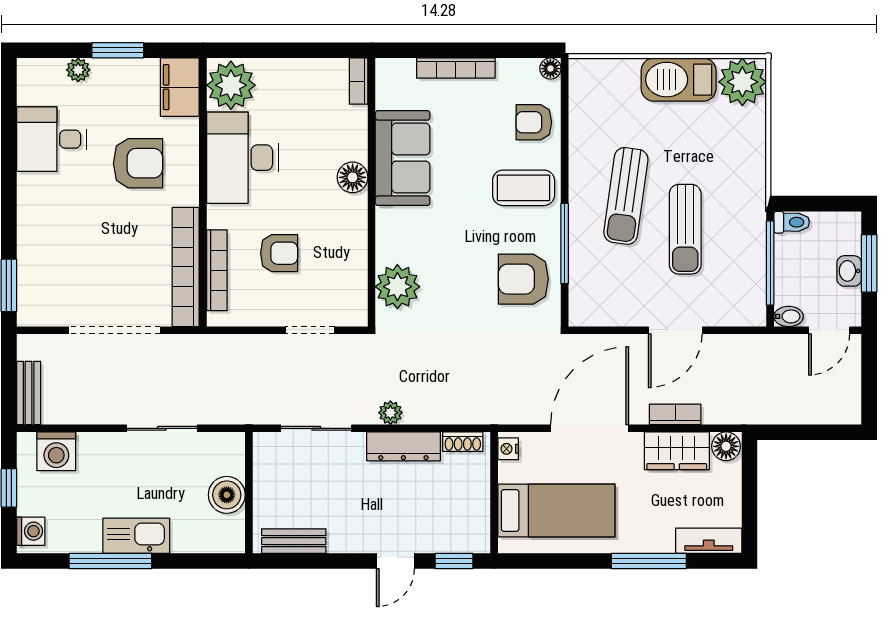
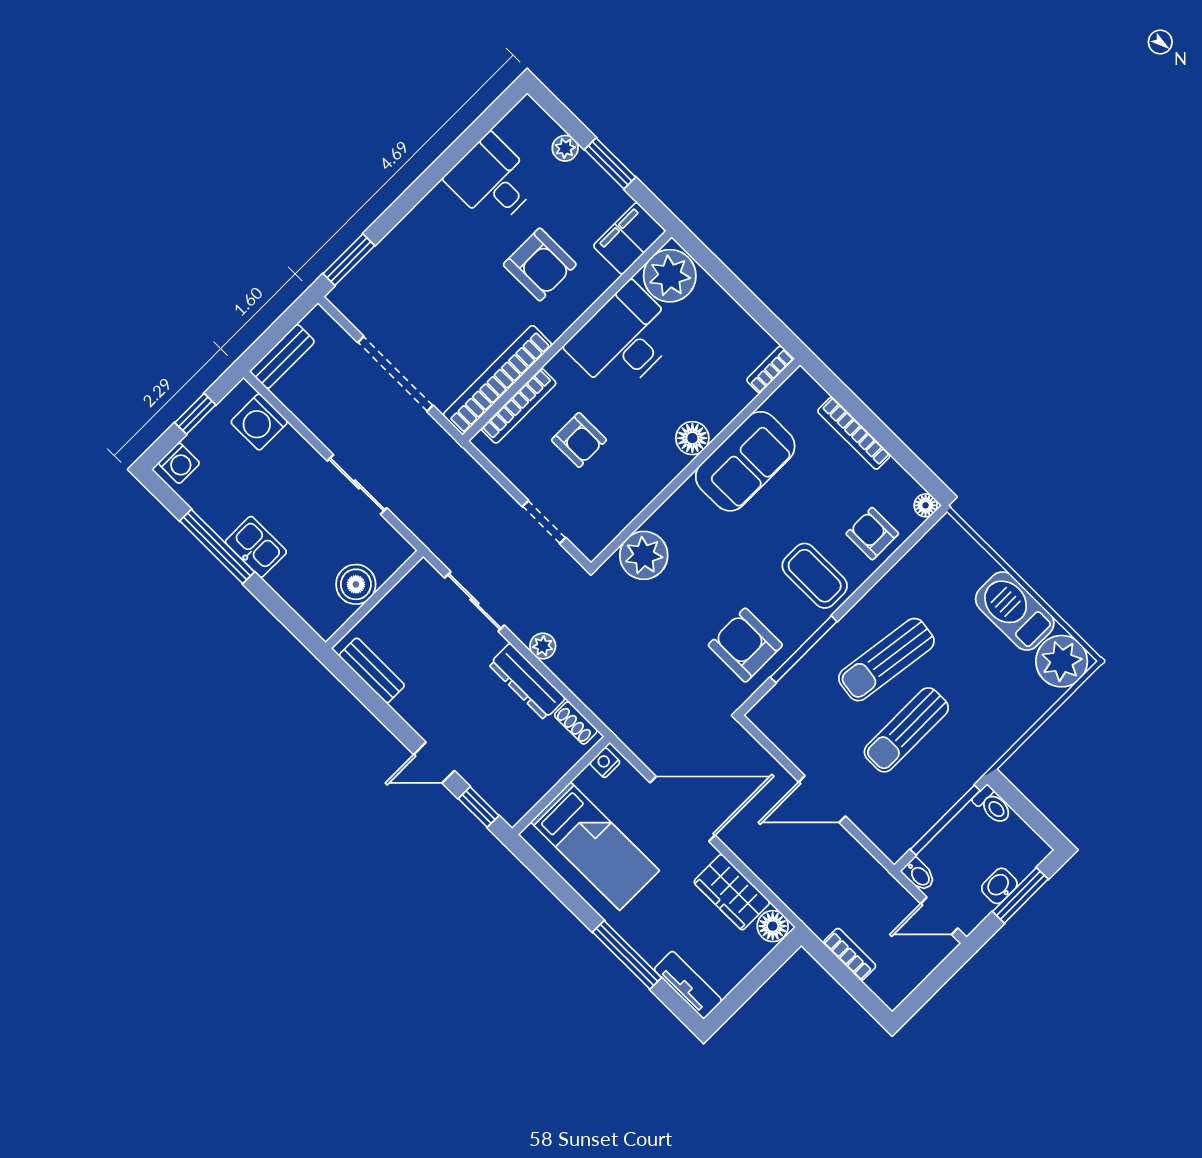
bookcase: (675, 414) -> (850, 954), moved
kitchen sink: (136, 536) -> (256, 547), width x0.73

